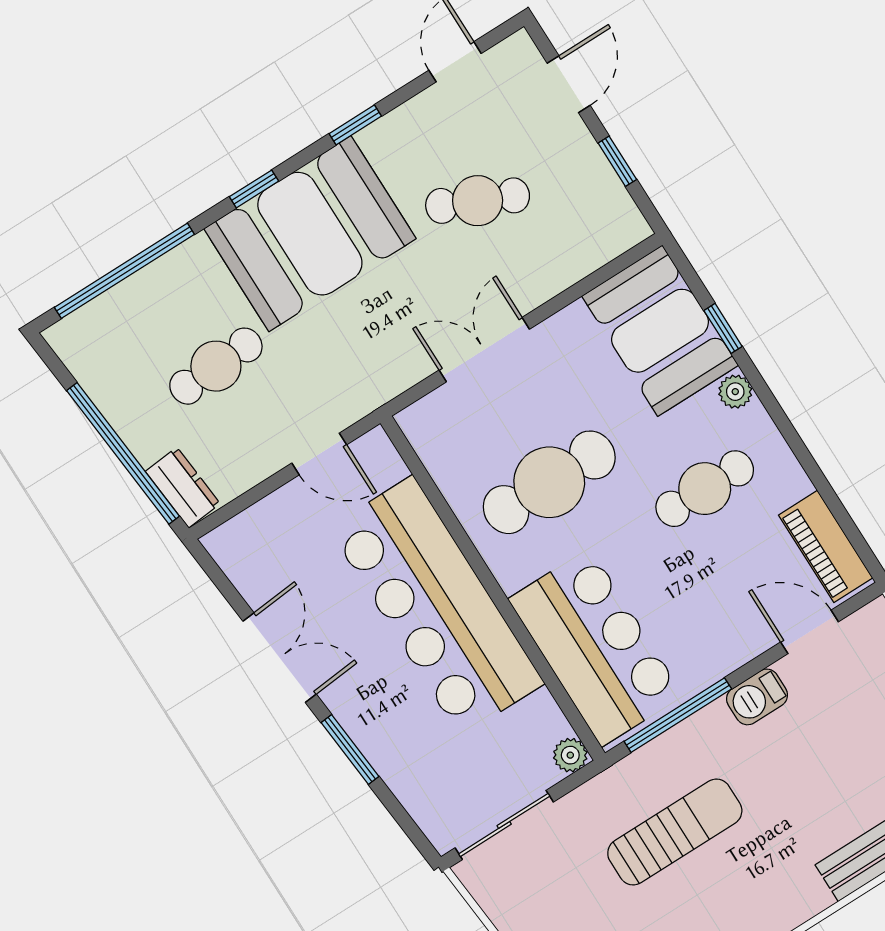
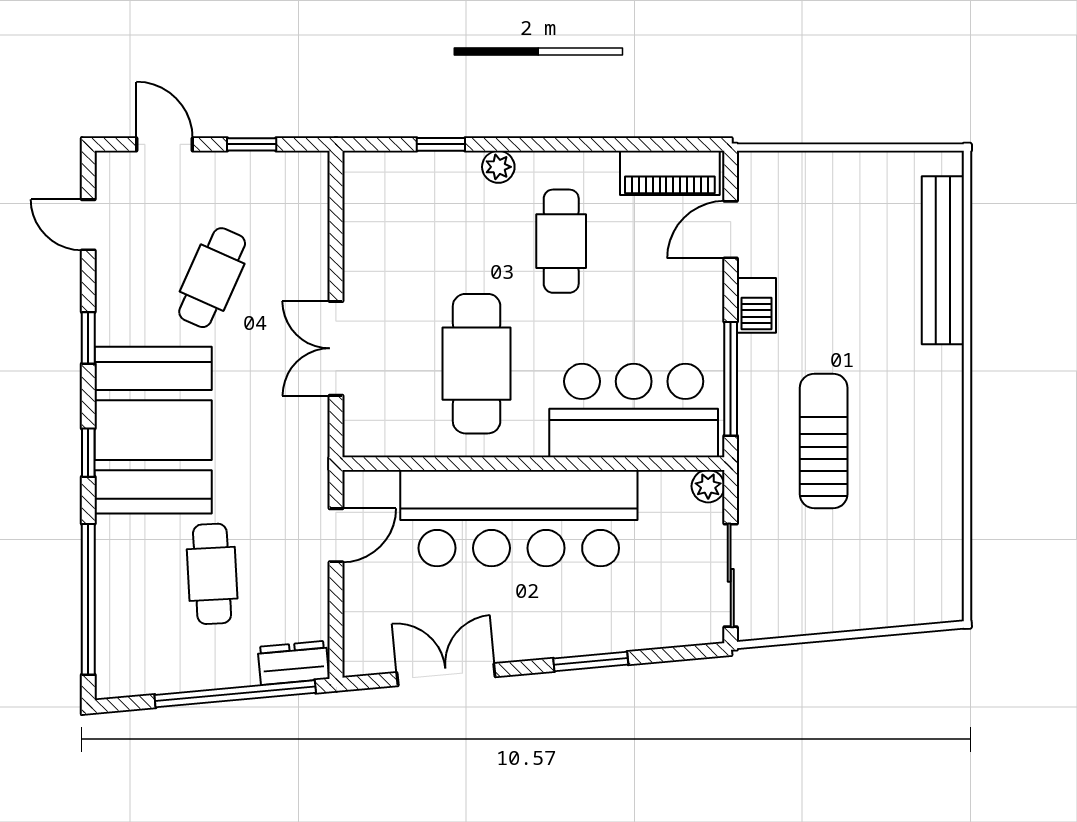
booth: (660, 331) -> (411, 197), removed
double door: (280, 658) -> (446, 675), moved

